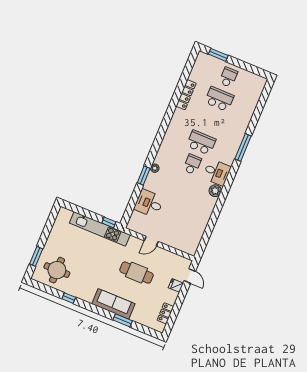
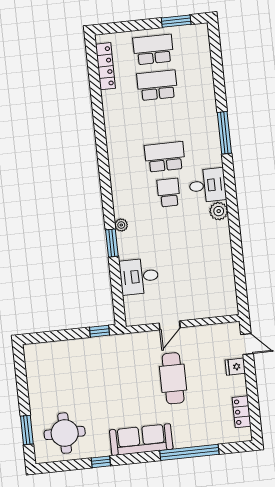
window: (218, 55) -> (176, 21), moved
school desk: (228, 77) -> (153, 49), width x1.85
locker: (186, 95) -> (105, 66), moved
kitchen unit: (100, 229) -> (92, 347), removed
cafe table: (137, 273) -> (173, 378), turned 90
sofa: (113, 304) -> (141, 440), moved
window: (123, 320) -> (189, 452), width x2.11

